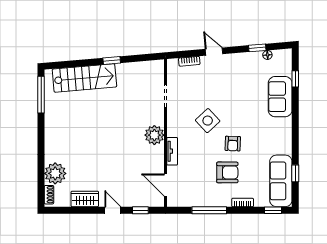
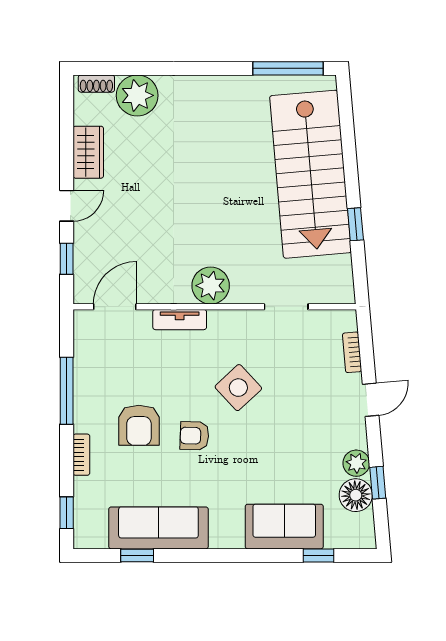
floor lamp: (267, 55) -> (356, 495), width x1.89, depth x1.89
plant: (247, 59) -> (356, 463), added
window: (112, 60) -> (355, 224), moved
stairs: (84, 78) -> (311, 174), width x1.36, depth x1.51
sofa: (281, 181) -> (158, 528), moved

